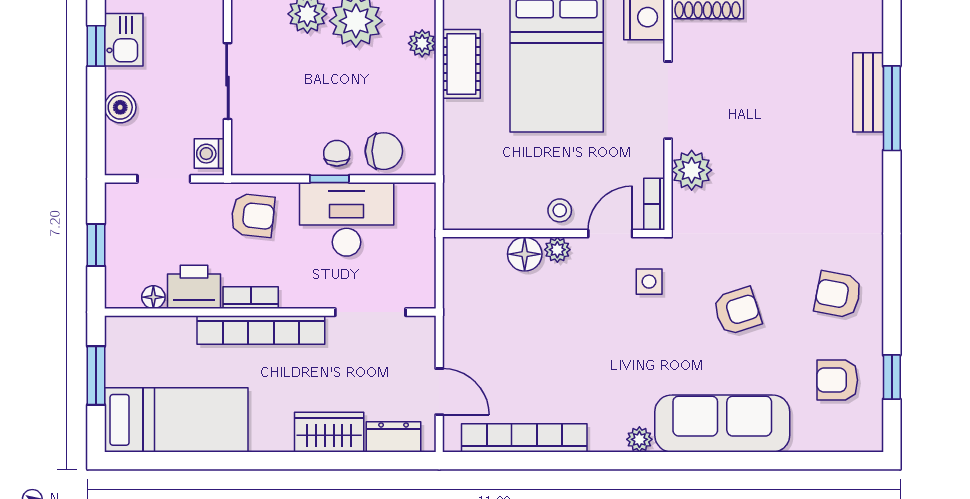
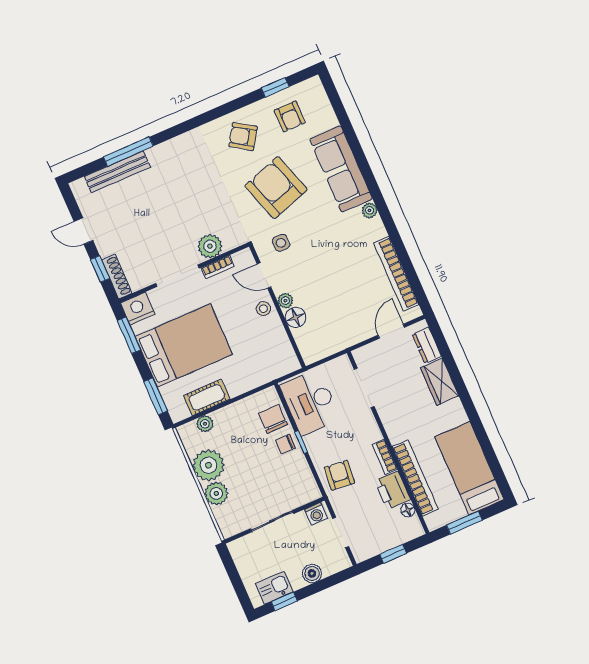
bench: (868, 92) -> (117, 172), width x1.36
bookcase: (654, 204) -> (218, 267), moved
desk: (347, 219) -> (310, 402), moved
armchair: (838, 295) -> (243, 136), turned 112
armchair: (737, 311) -> (276, 188), width x1.88, depth x1.88
bookcase: (261, 330) -> (415, 478), moved

